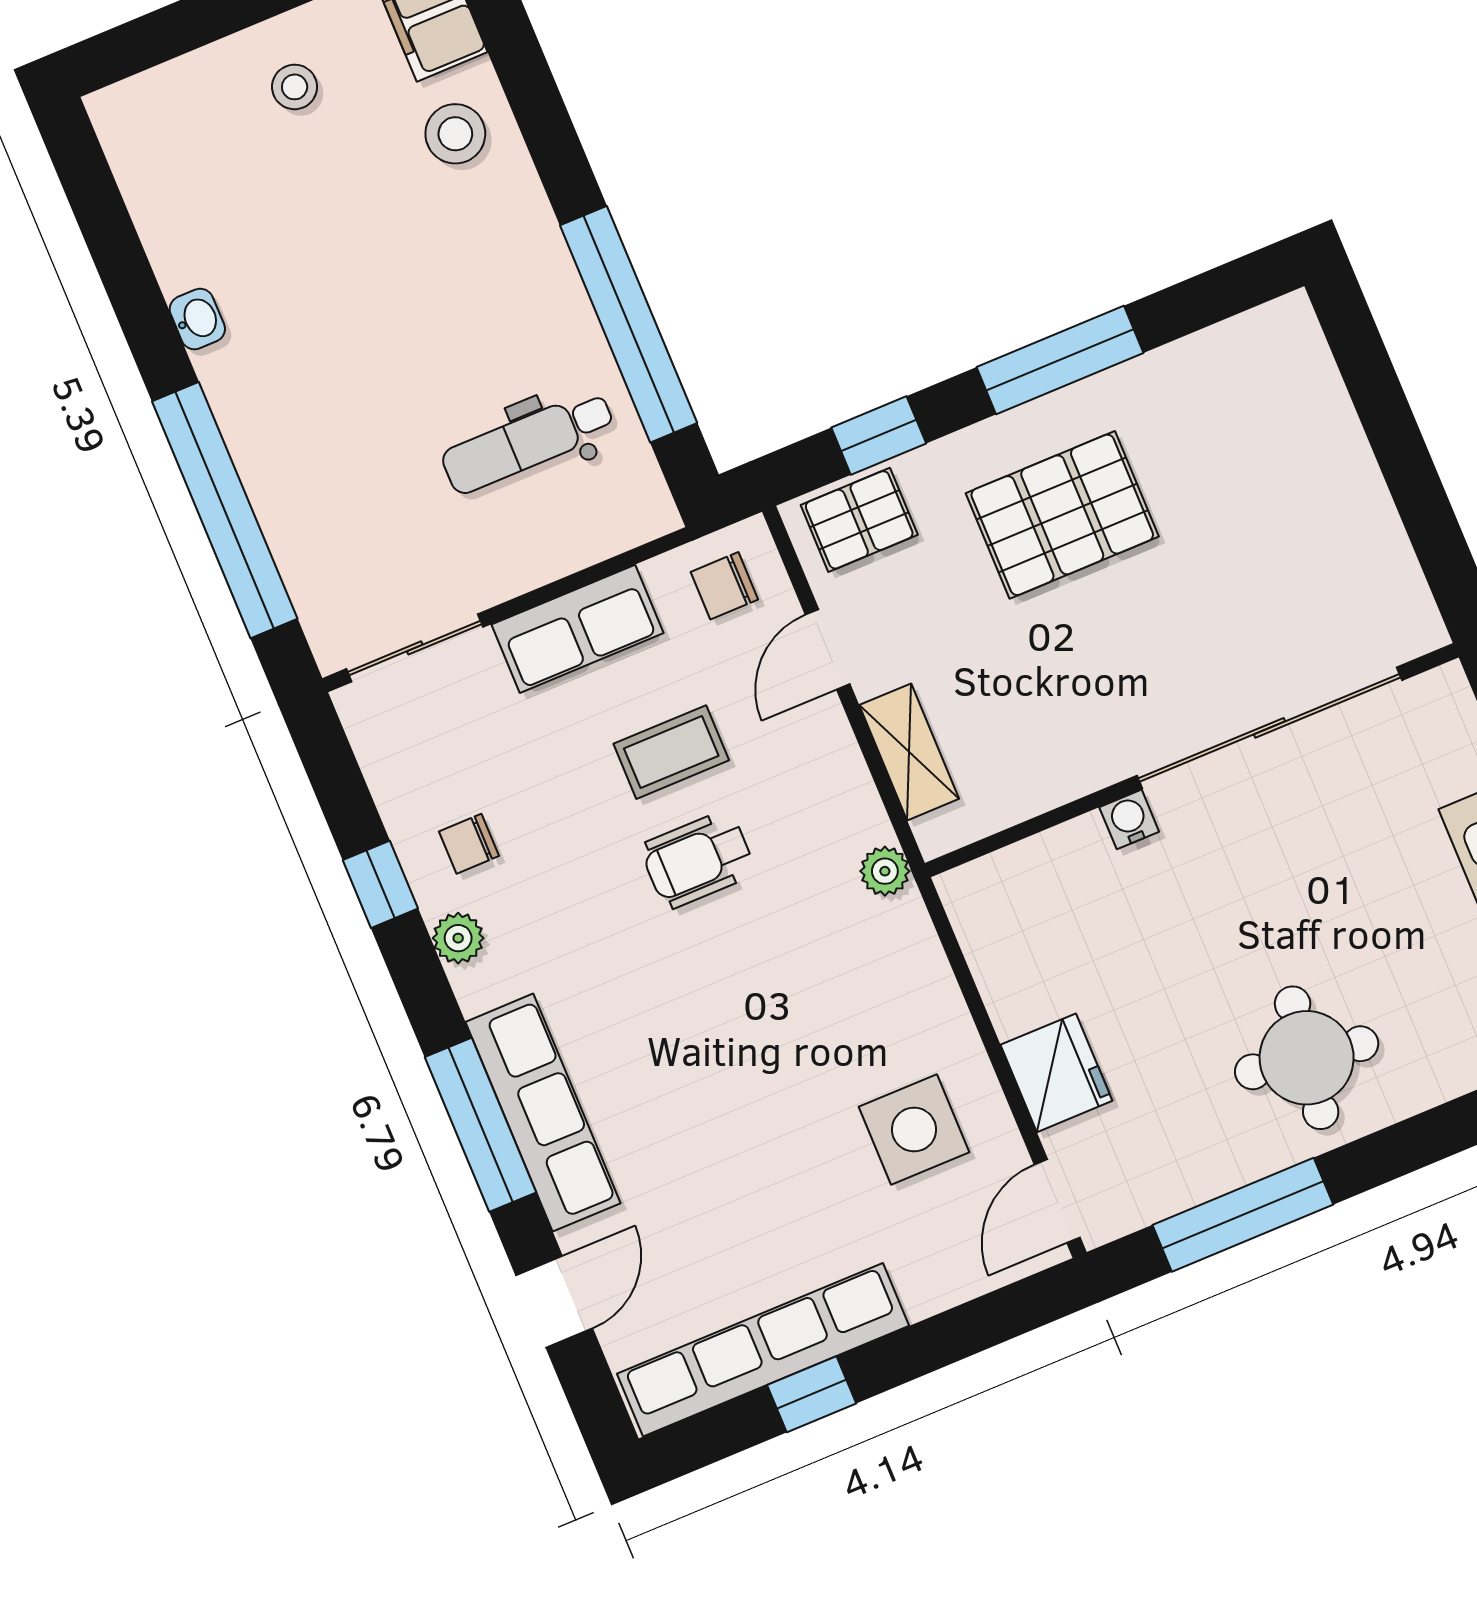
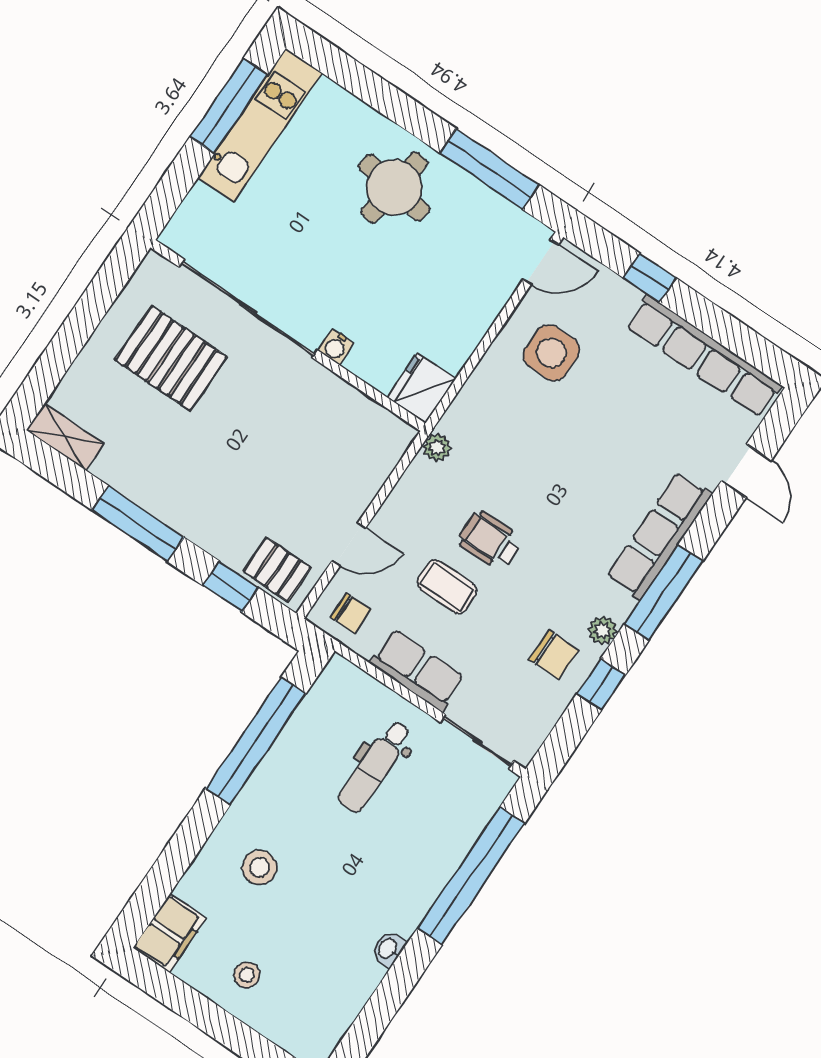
stool: (455, 134) -> (259, 867), moved
dental chair: (528, 442) -> (375, 766), moved, turned 90
pallet: (1062, 515) -> (171, 358), moved
shelving: (909, 752) -> (65, 437), moved, turned 90
chair: (469, 844) -> (554, 655), width x1.37, depth x1.37
wheelchair: (698, 860) -> (490, 540), turned 180
fridge: (1056, 1073) -> (421, 388), moved
window: (480, 1125) -> (663, 593), moved
door: (554, 1302) -> (746, 471), swing flipped
window: (812, 1394) -> (650, 278), moved

